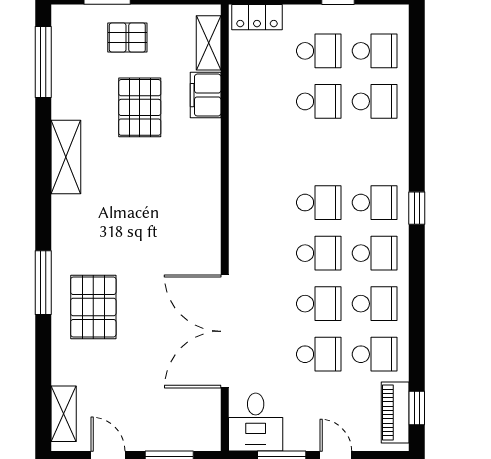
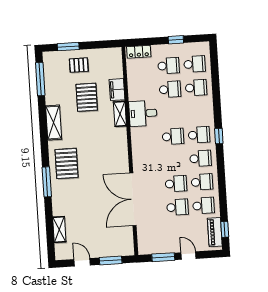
shelving: (209, 43) -> (120, 114), moved
school desk: (319, 253) -> (174, 160), removed
pallet: (93, 307) -> (67, 163), moved
shelving: (64, 414) -> (59, 229), moved
desk: (256, 422) -> (143, 113), moved, turned 90

